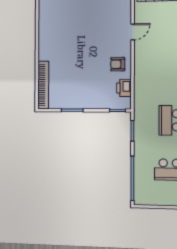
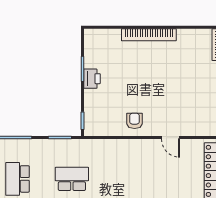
bookcase: (43, 85) -> (149, 35), moved
printer: (124, 88) -> (92, 79), moved, turned 90

